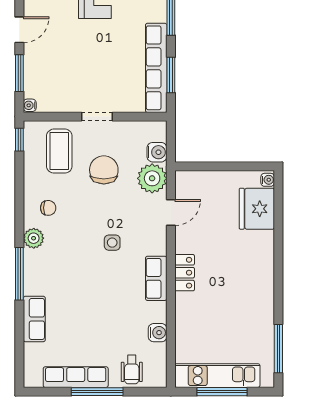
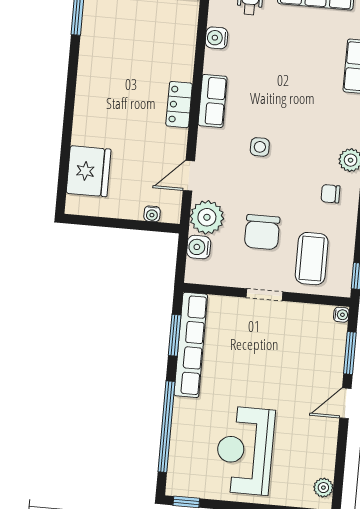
water cooler: (268, 180) -> (152, 214), moved, turned -90

